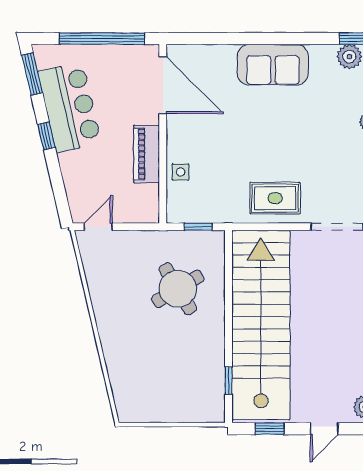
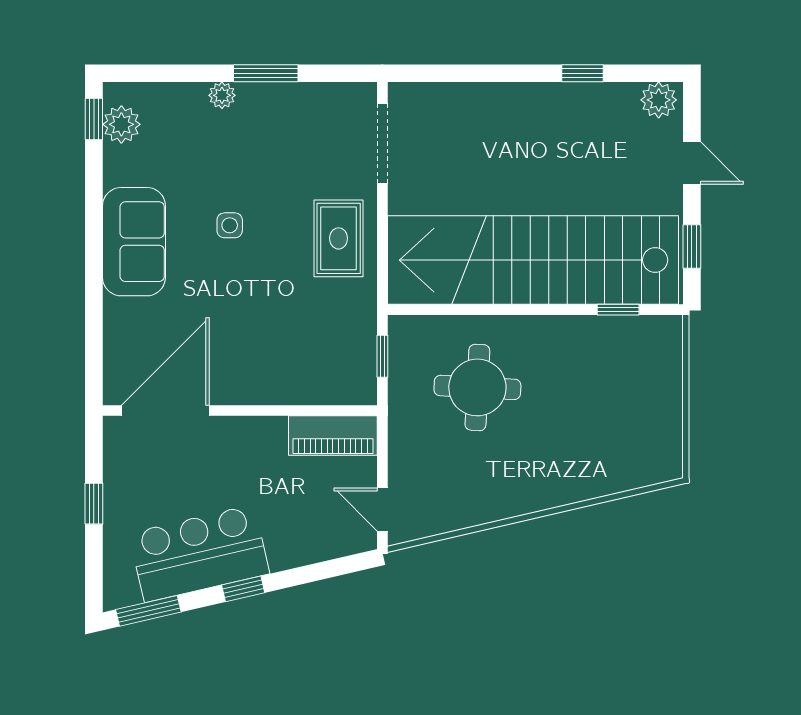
window: (102, 39) -> (94, 504), width x0.32
piano: (146, 154) -> (333, 435), moved
side table: (181, 172) -> (230, 225), moved
round table: (178, 289) -> (477, 387), turned 34

